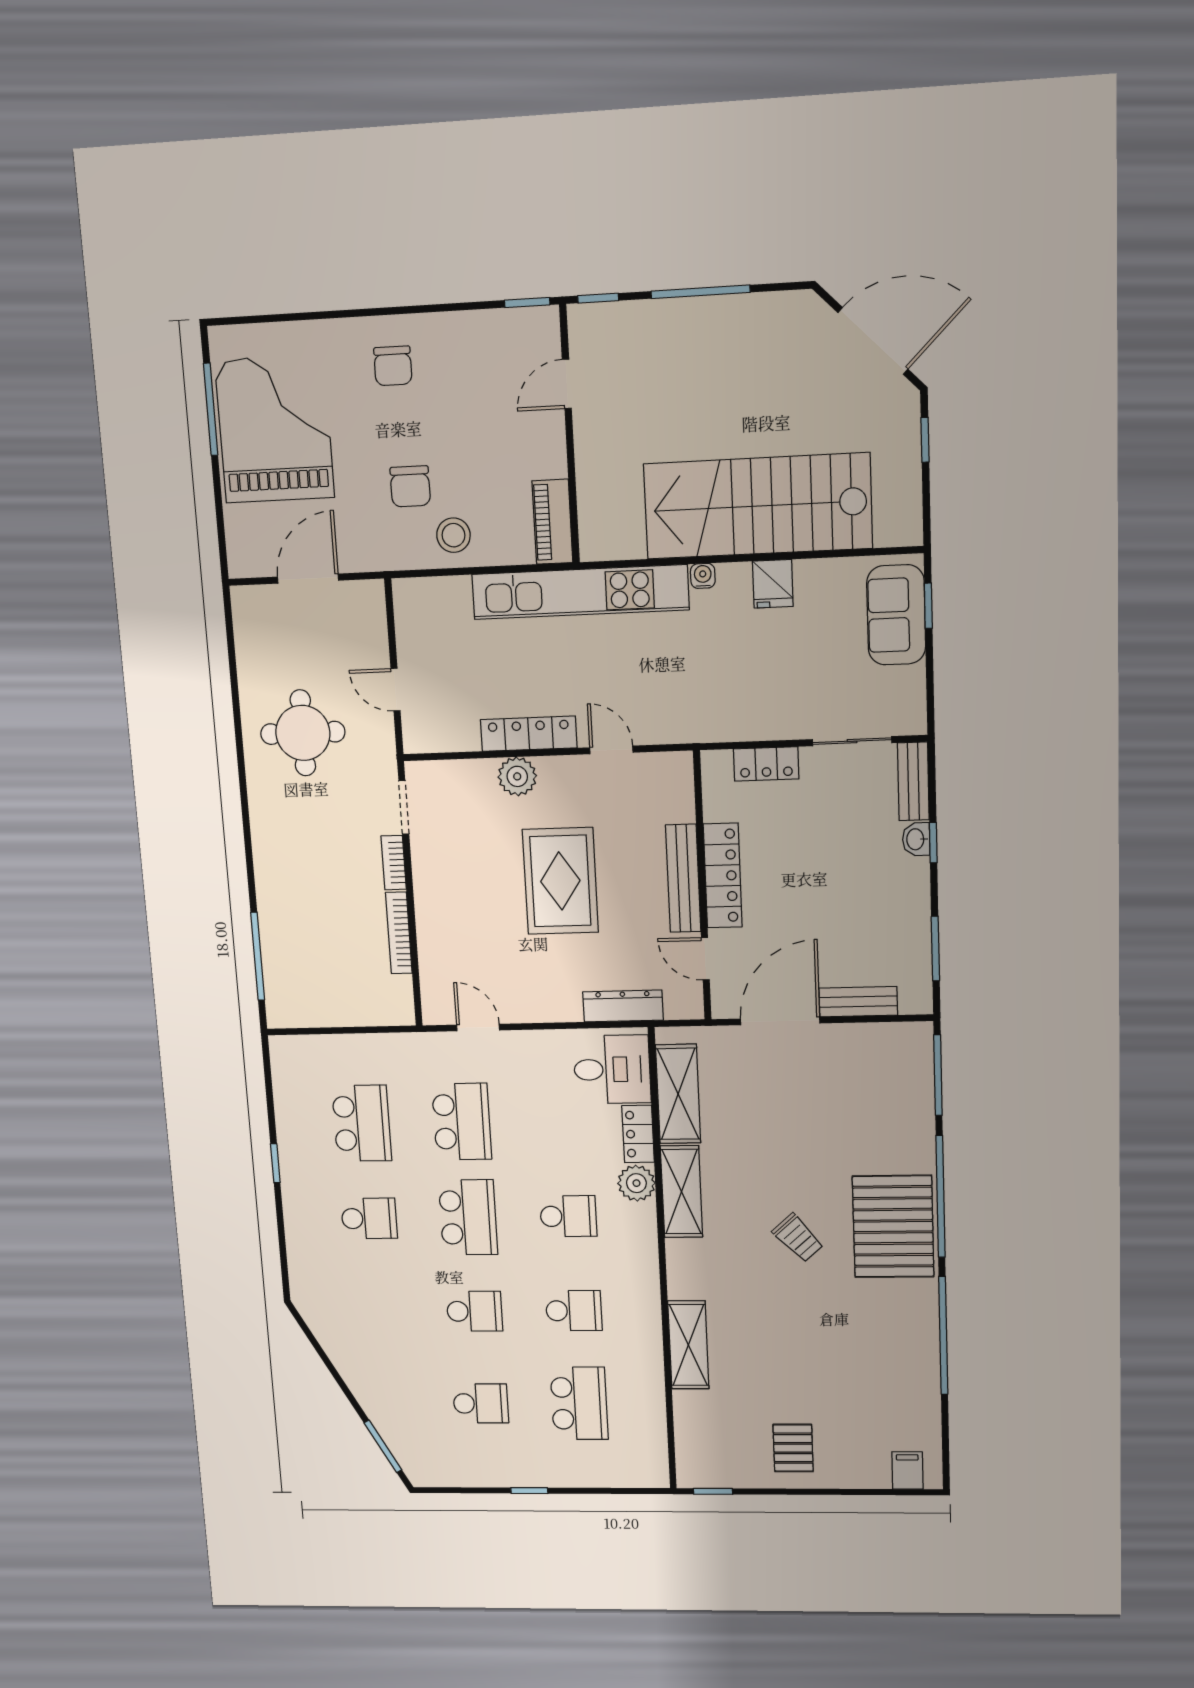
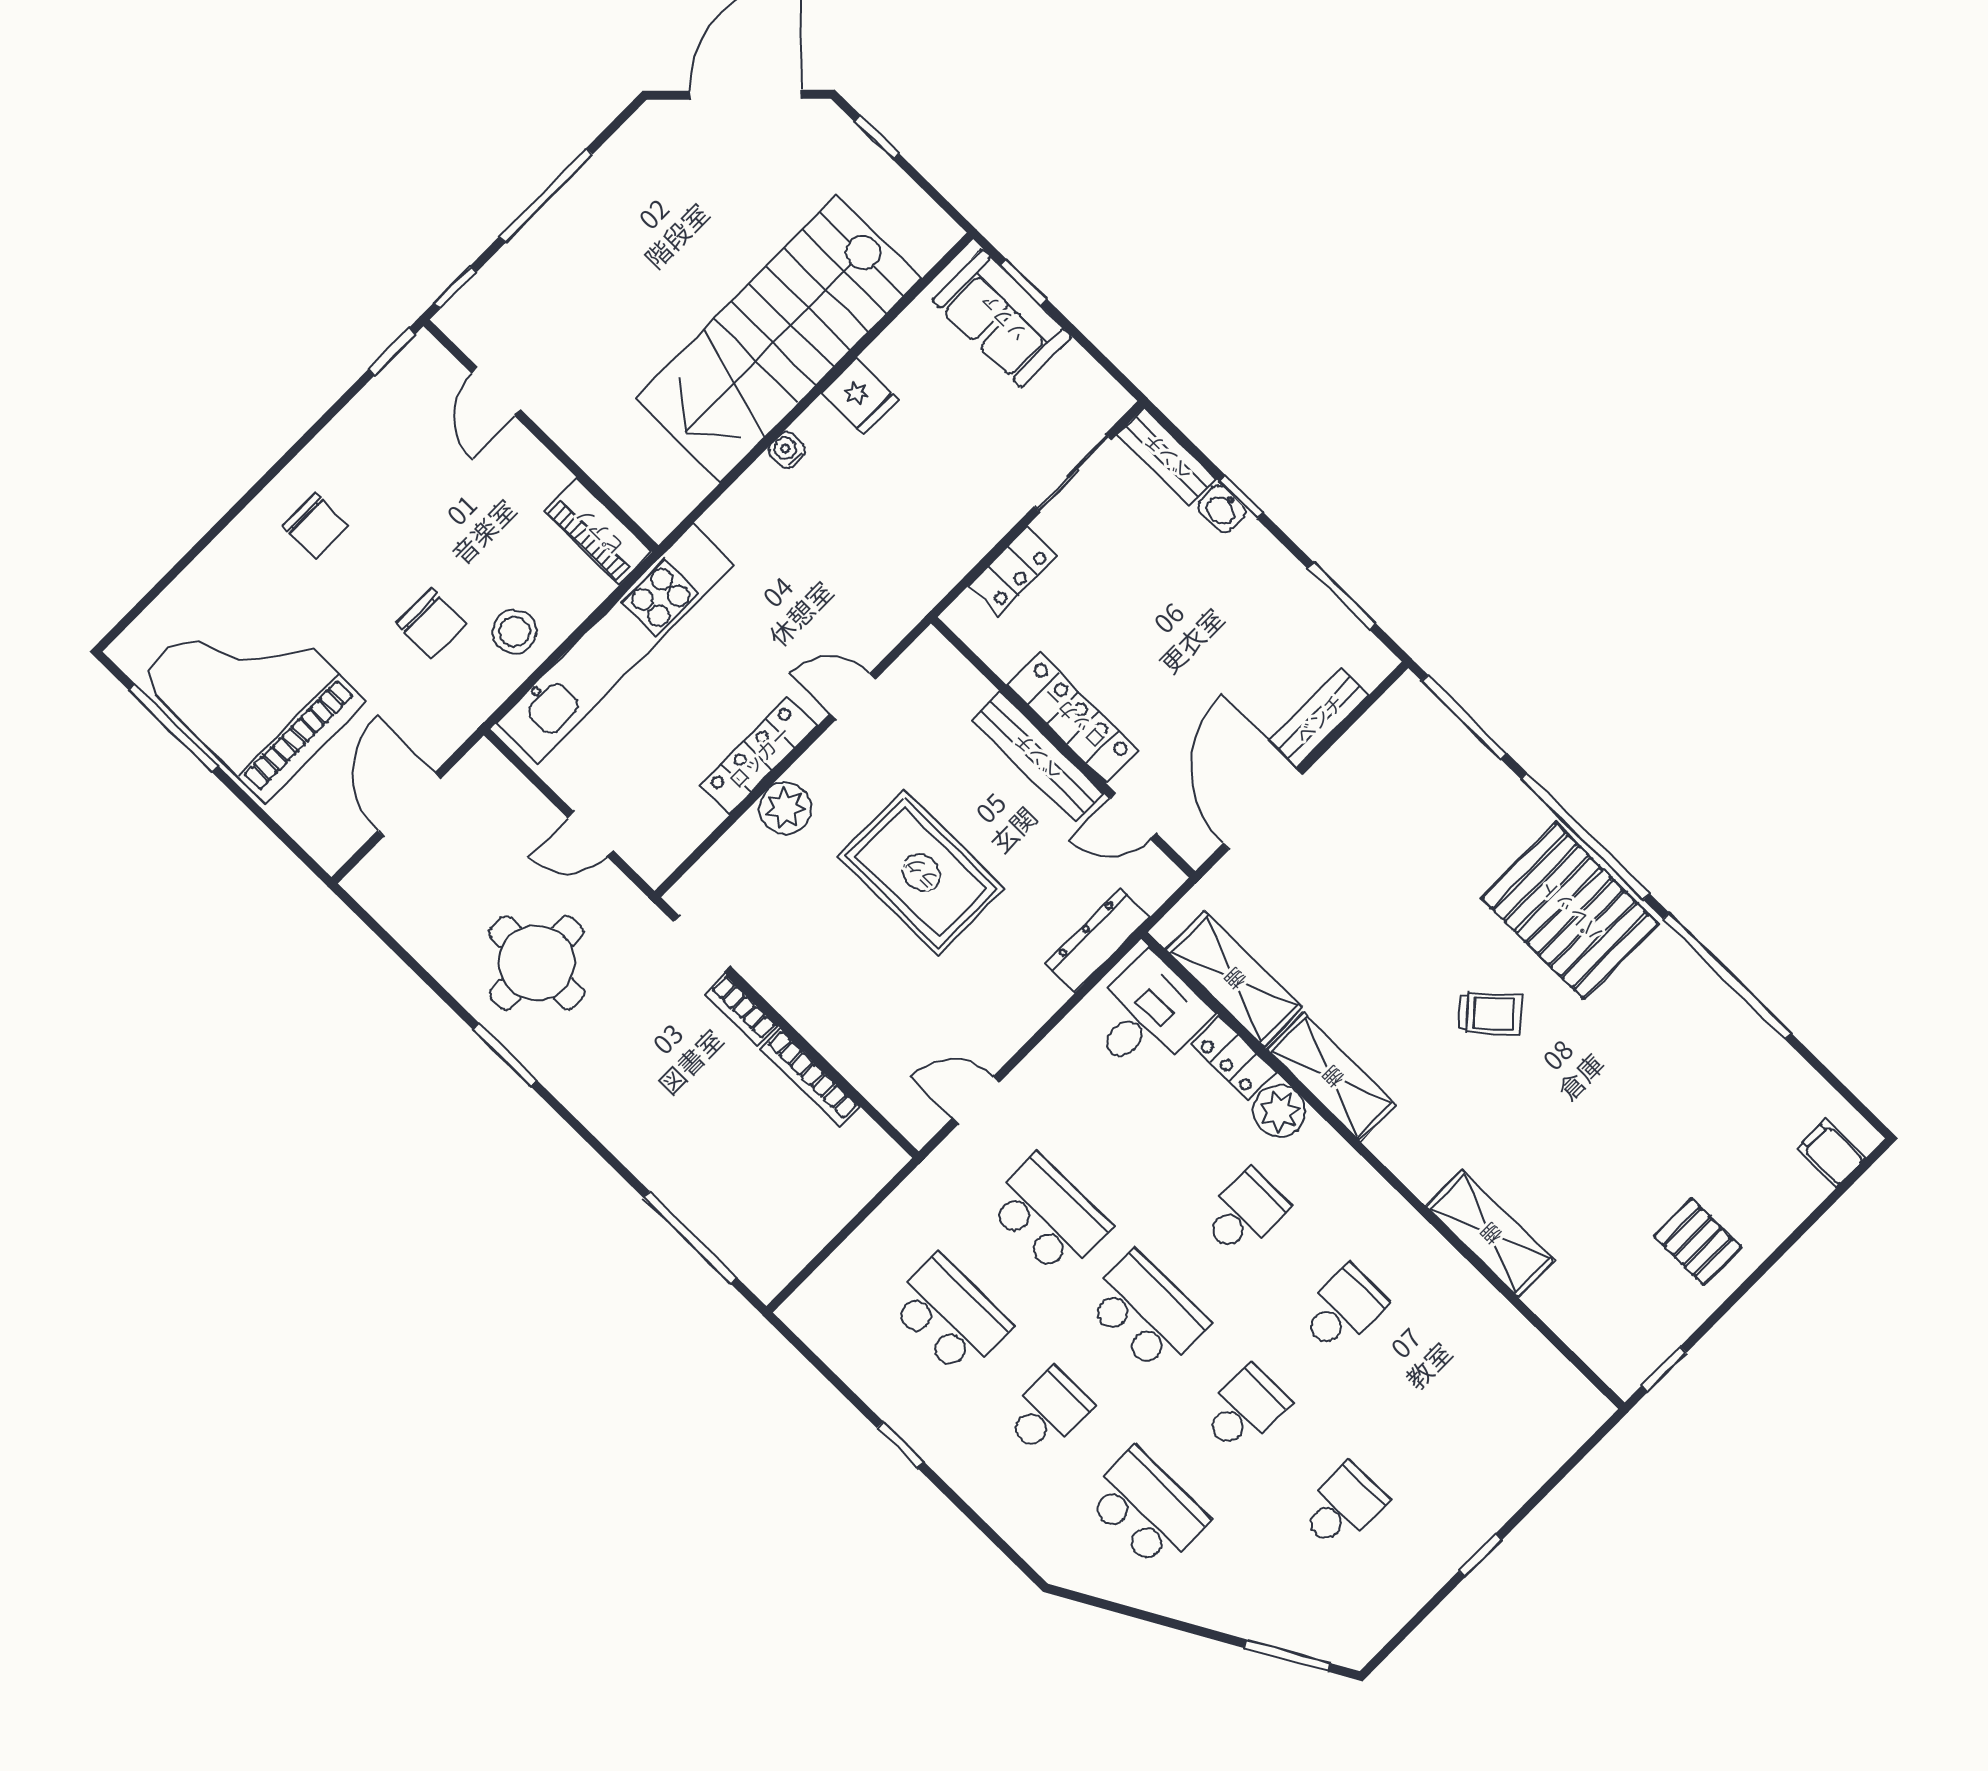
kitchen unit: (580, 592) -> (615, 643), moved
window: (241, 766) -> (505, 1055), added
school desk: (579, 1403) -> (1146, 1509), moved

